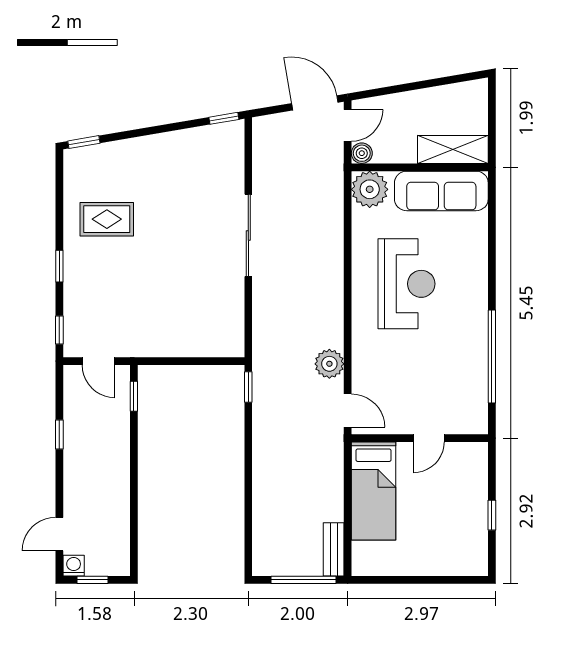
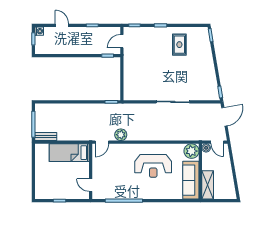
door: (315, 103) -> (224, 117), moved
door: (429, 438) -> (91, 185), moved
door: (59, 534) -> (62, 25), moved

